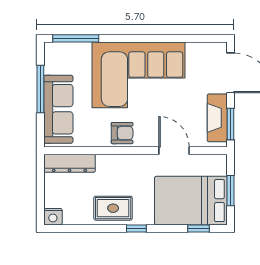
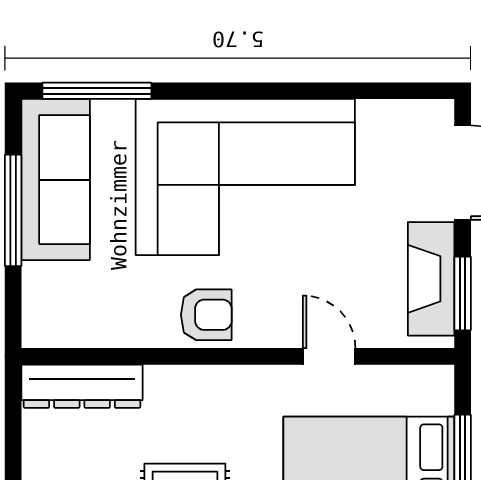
sofa: (58, 109) -> (56, 180), moved
door: (174, 151) -> (329, 356), width x0.73

